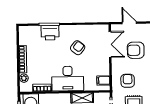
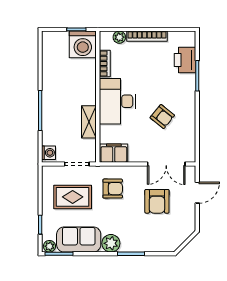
printer: (50, 33) -> (185, 60), moved
armchair: (136, 50) -> (157, 201), turned 180
filing cabinet: (103, 80) -> (114, 153), width x2.00

